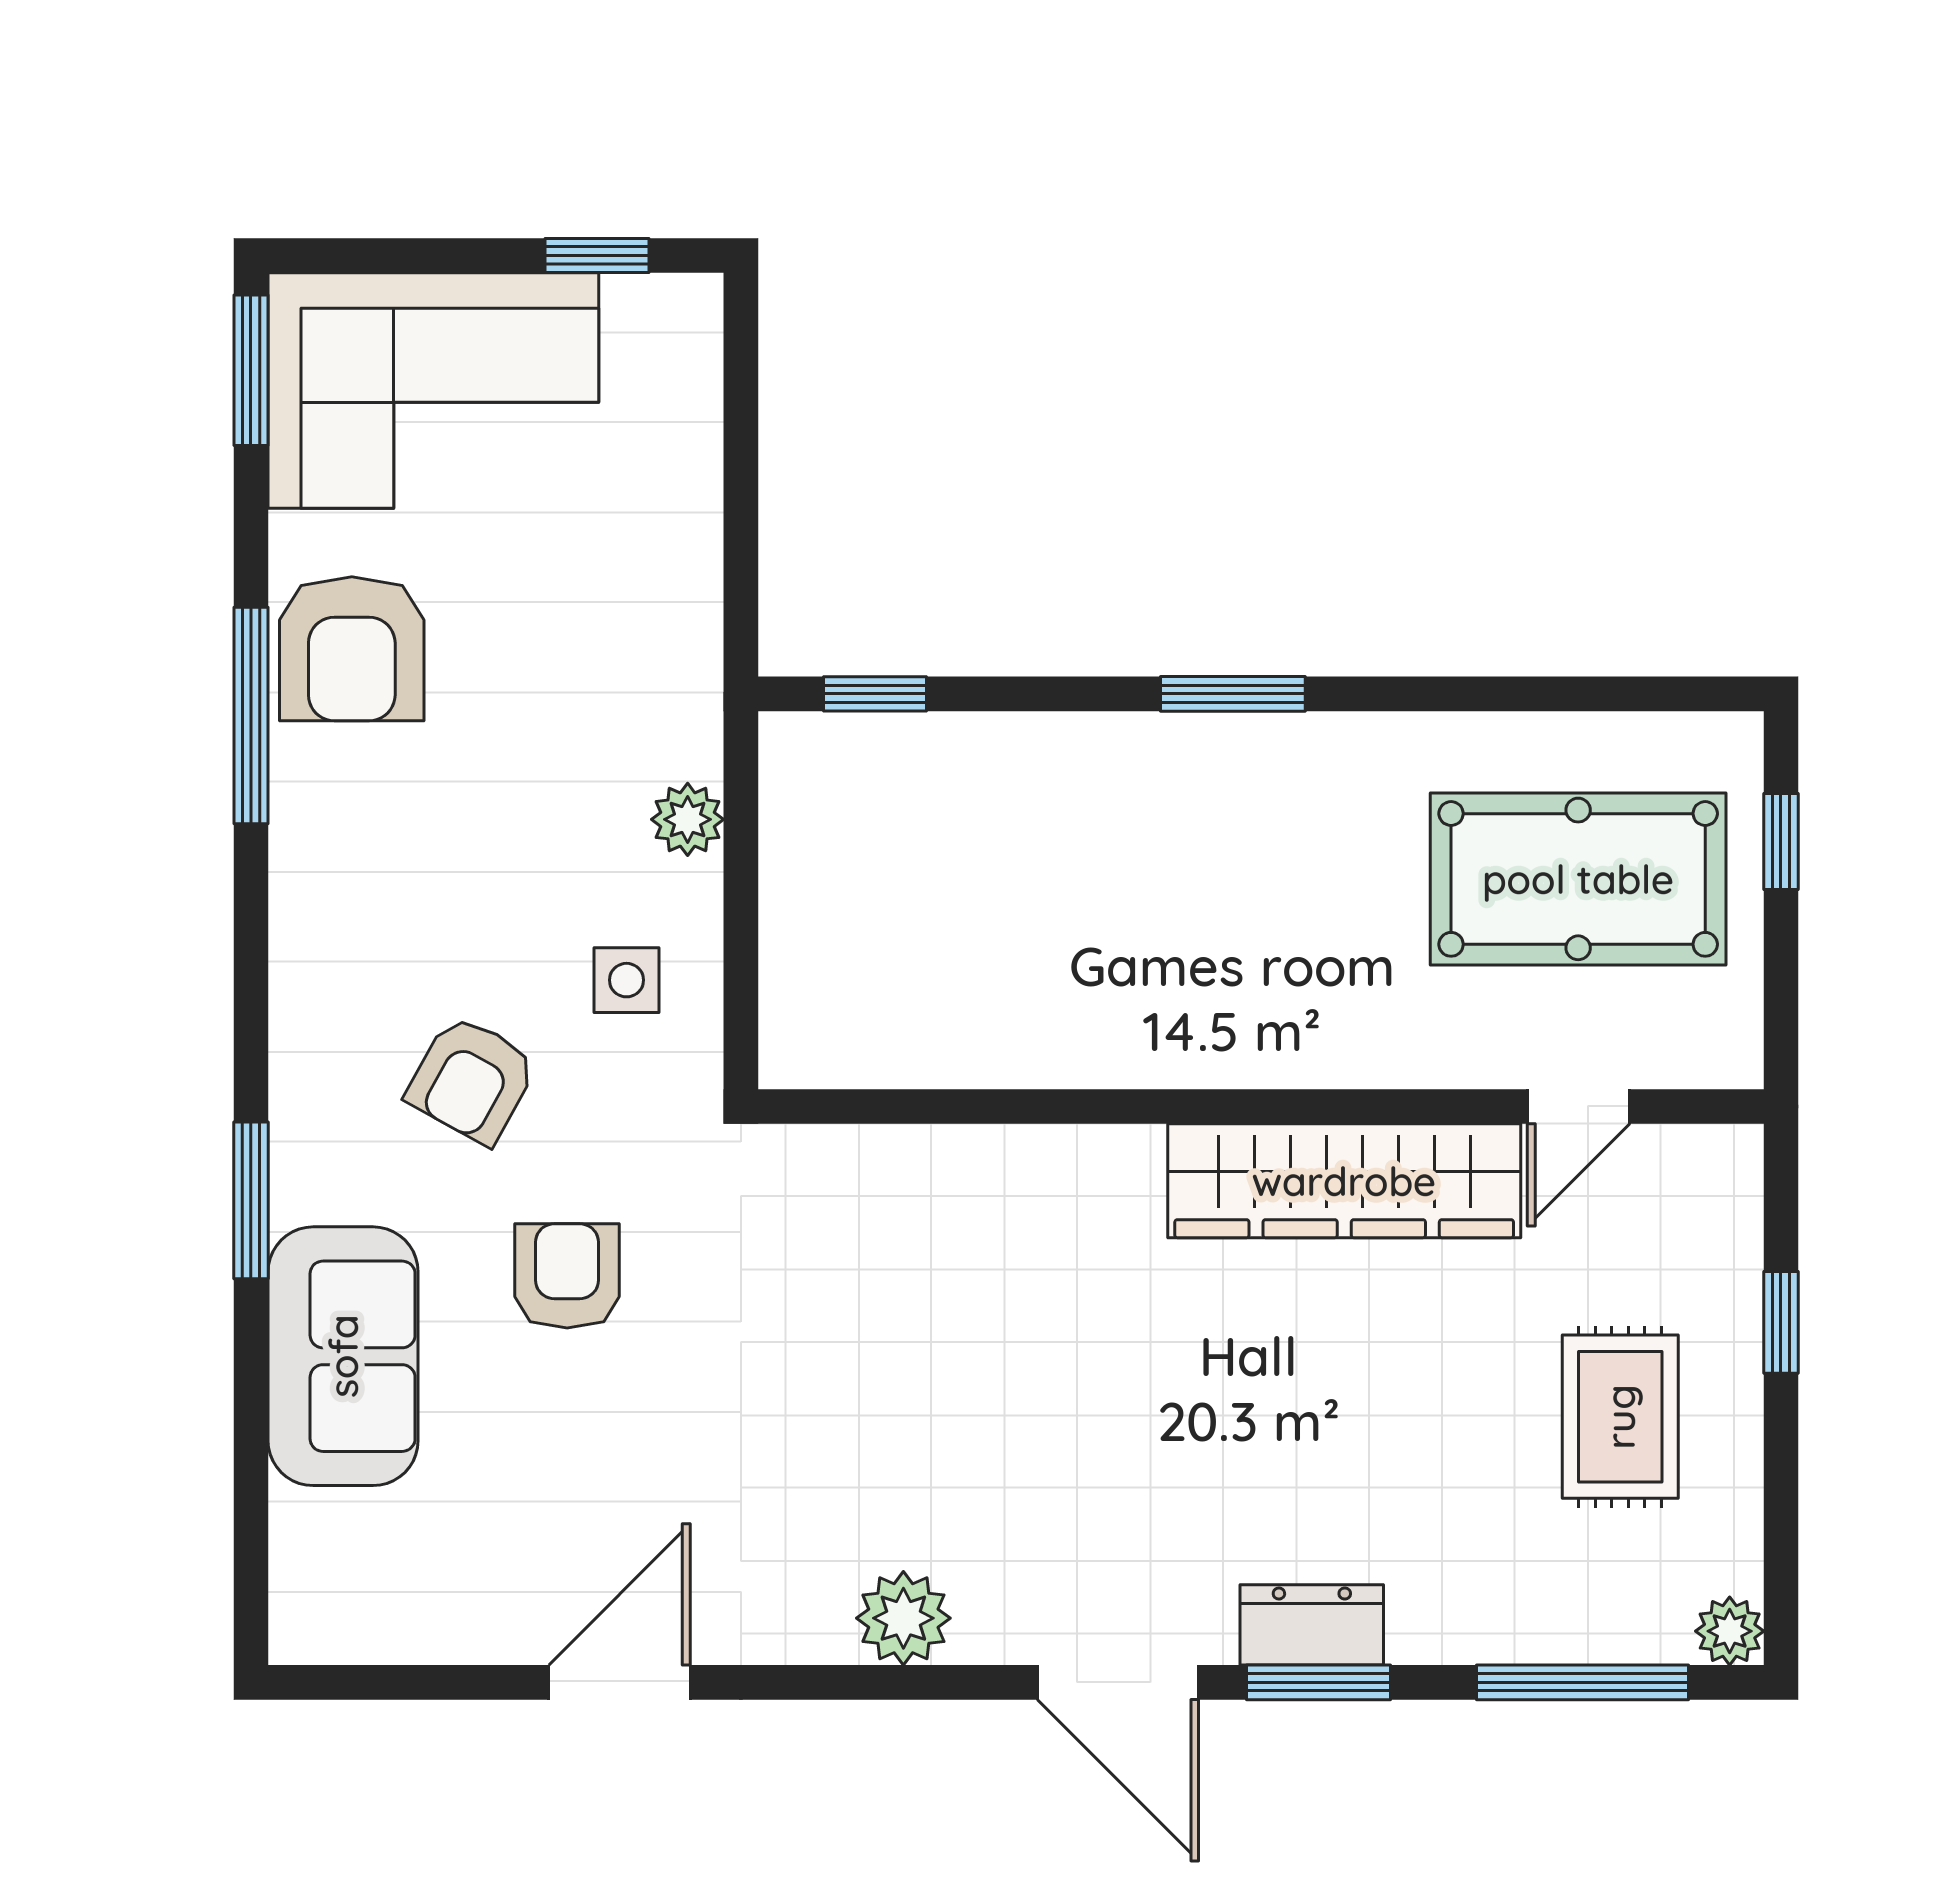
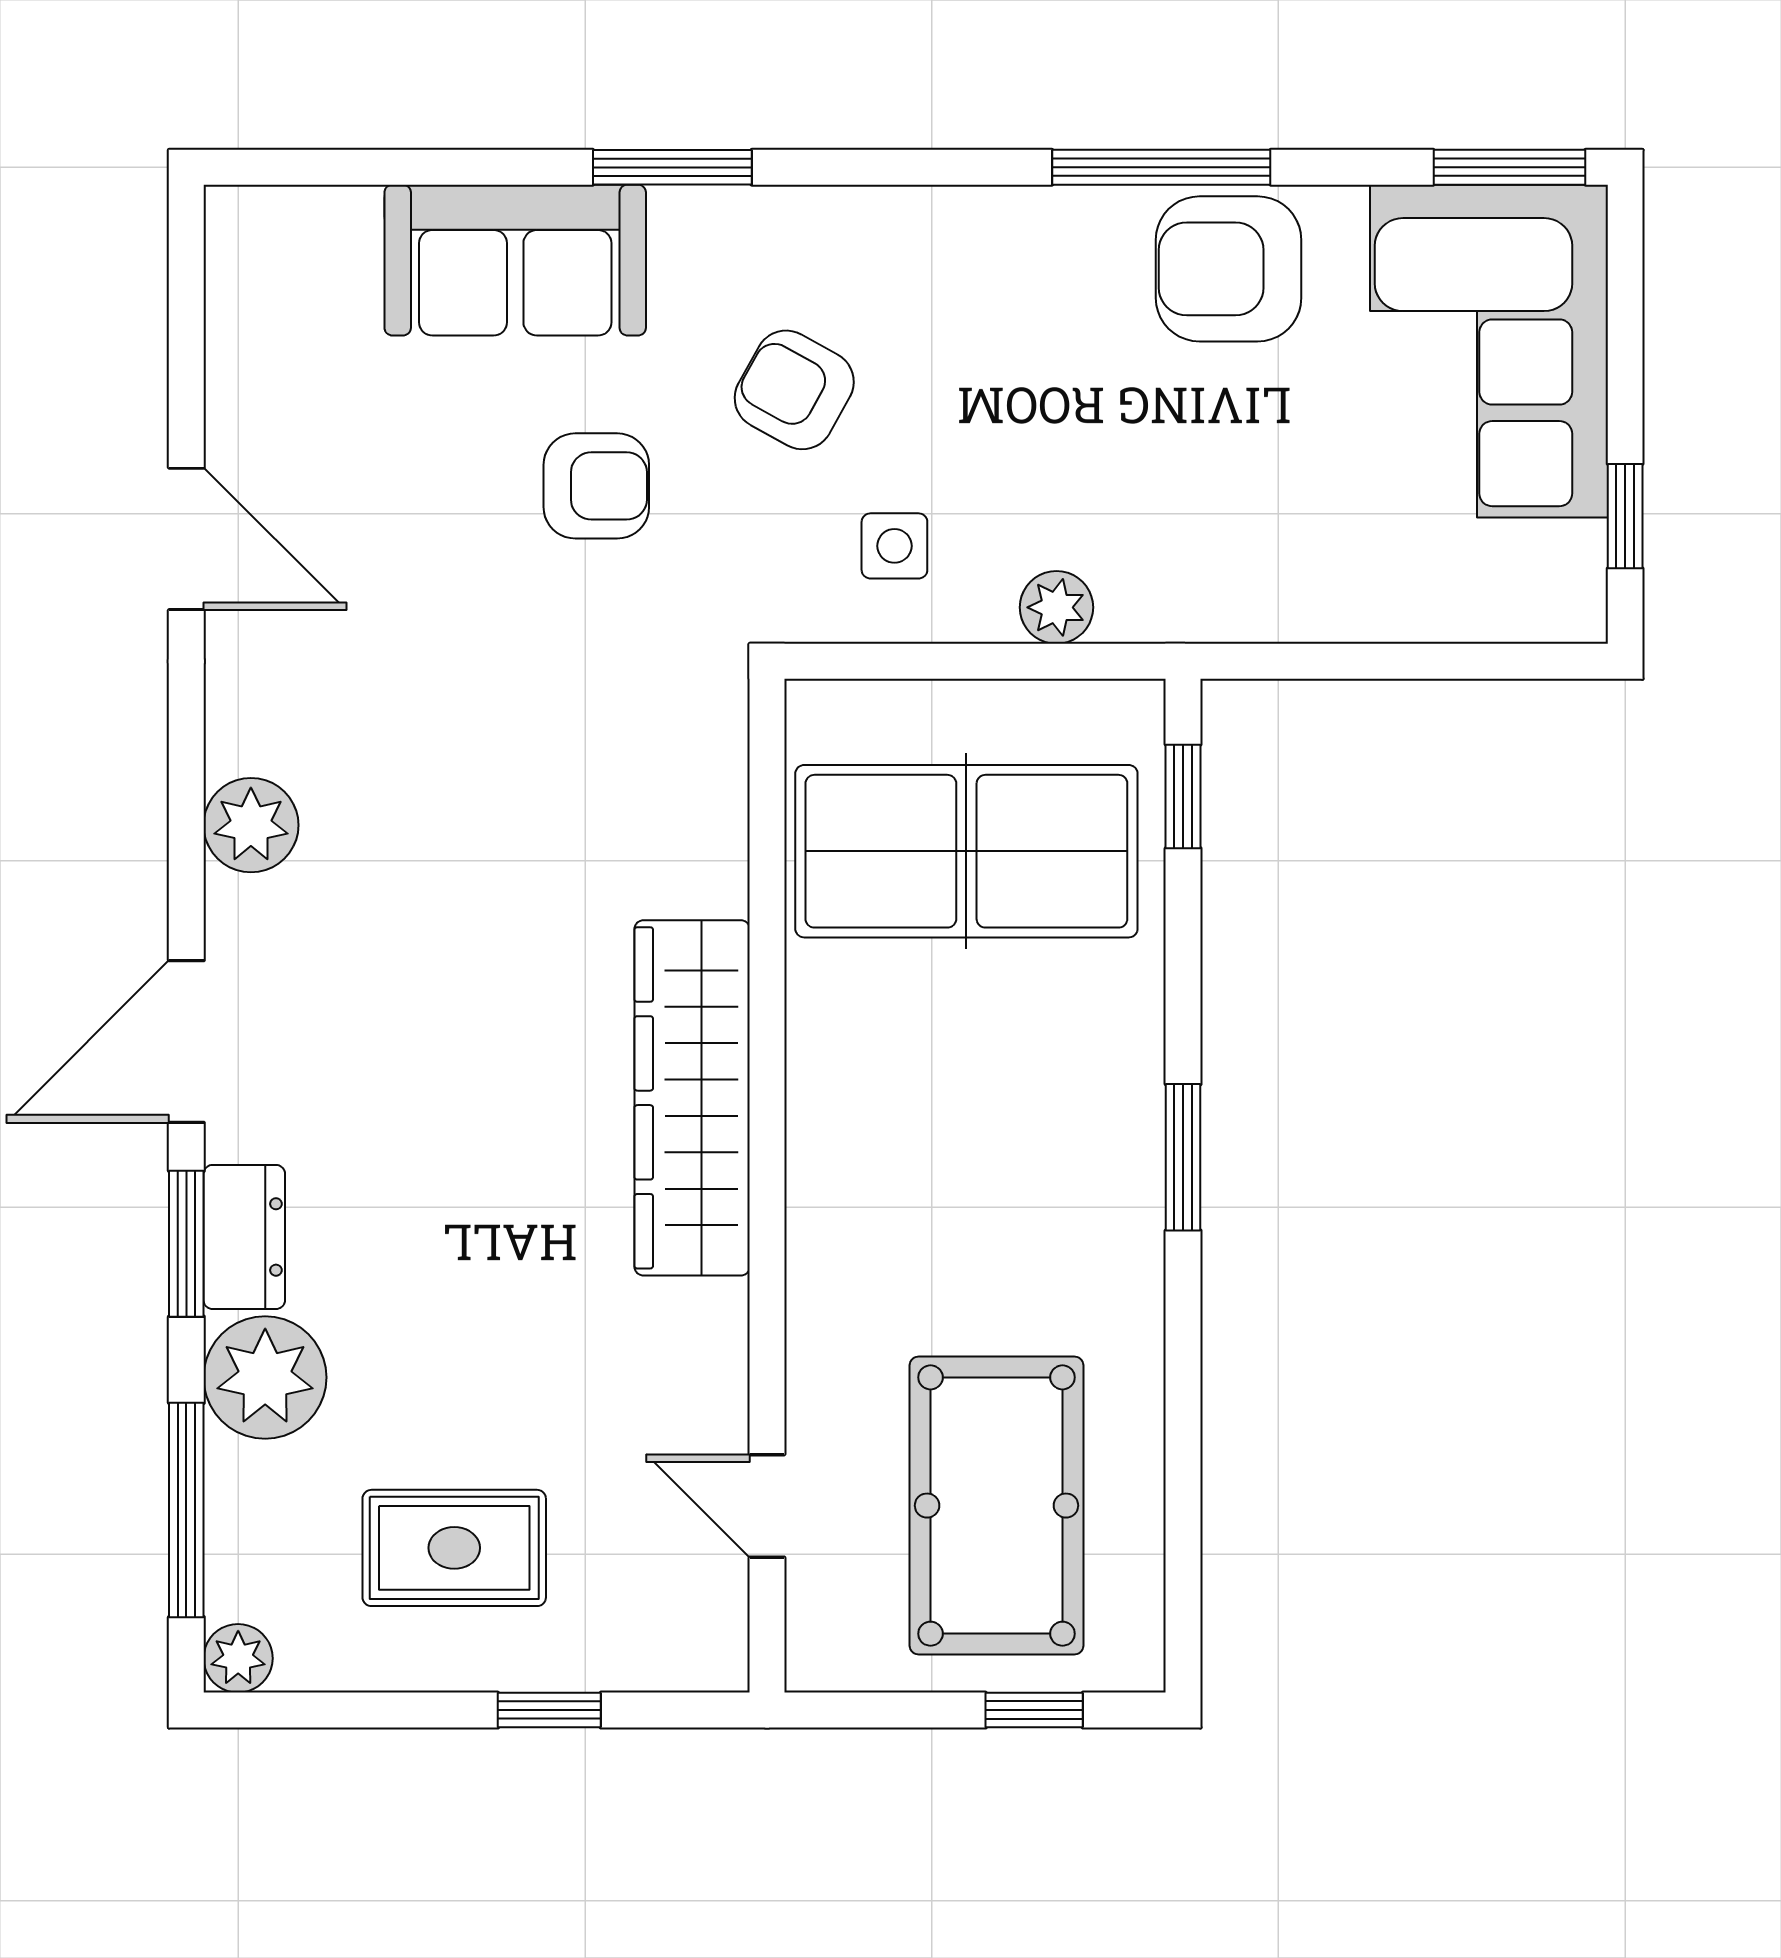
table tennis table: (929, 909) -> (966, 851), added
wardrobe: (1344, 1181) -> (692, 1098), moved
plant: (1451, 1604) -> (265, 1377), added

